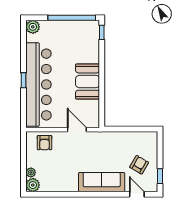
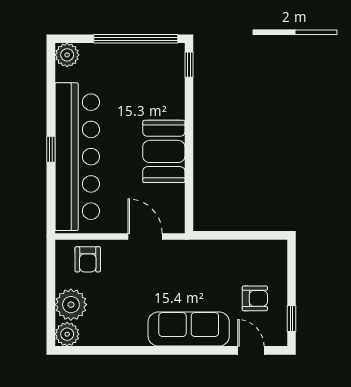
armchair: (139, 165) -> (255, 298), turned 60
plant: (31, 172) -> (71, 305), width x1.88, depth x1.88

